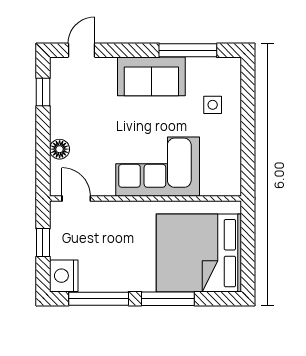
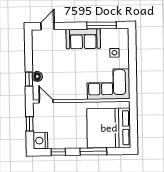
window: (43, 92) -> (29, 79), moved
corner sofa: (158, 167) -> (108, 84), moved
window: (99, 299) -> (58, 152), width x0.46

